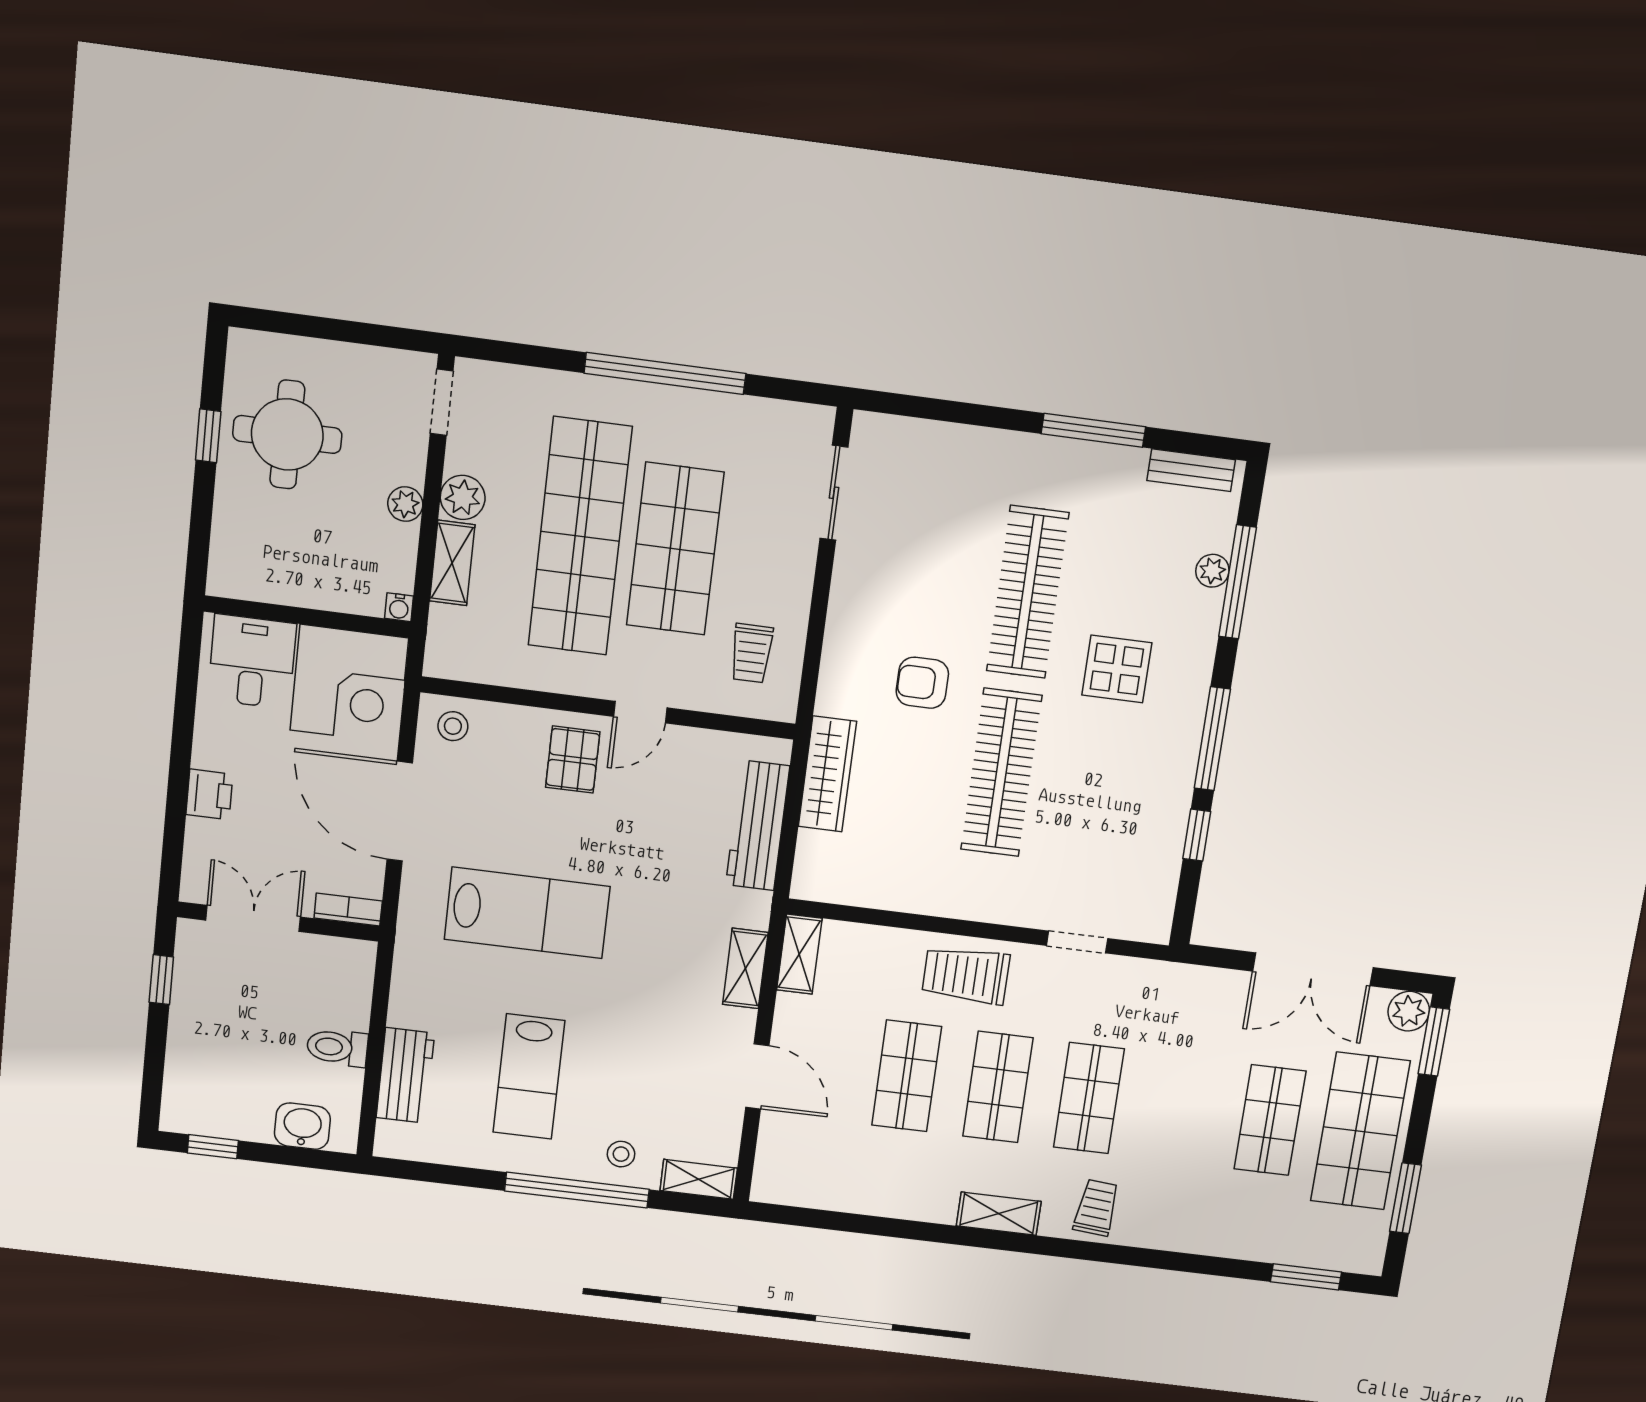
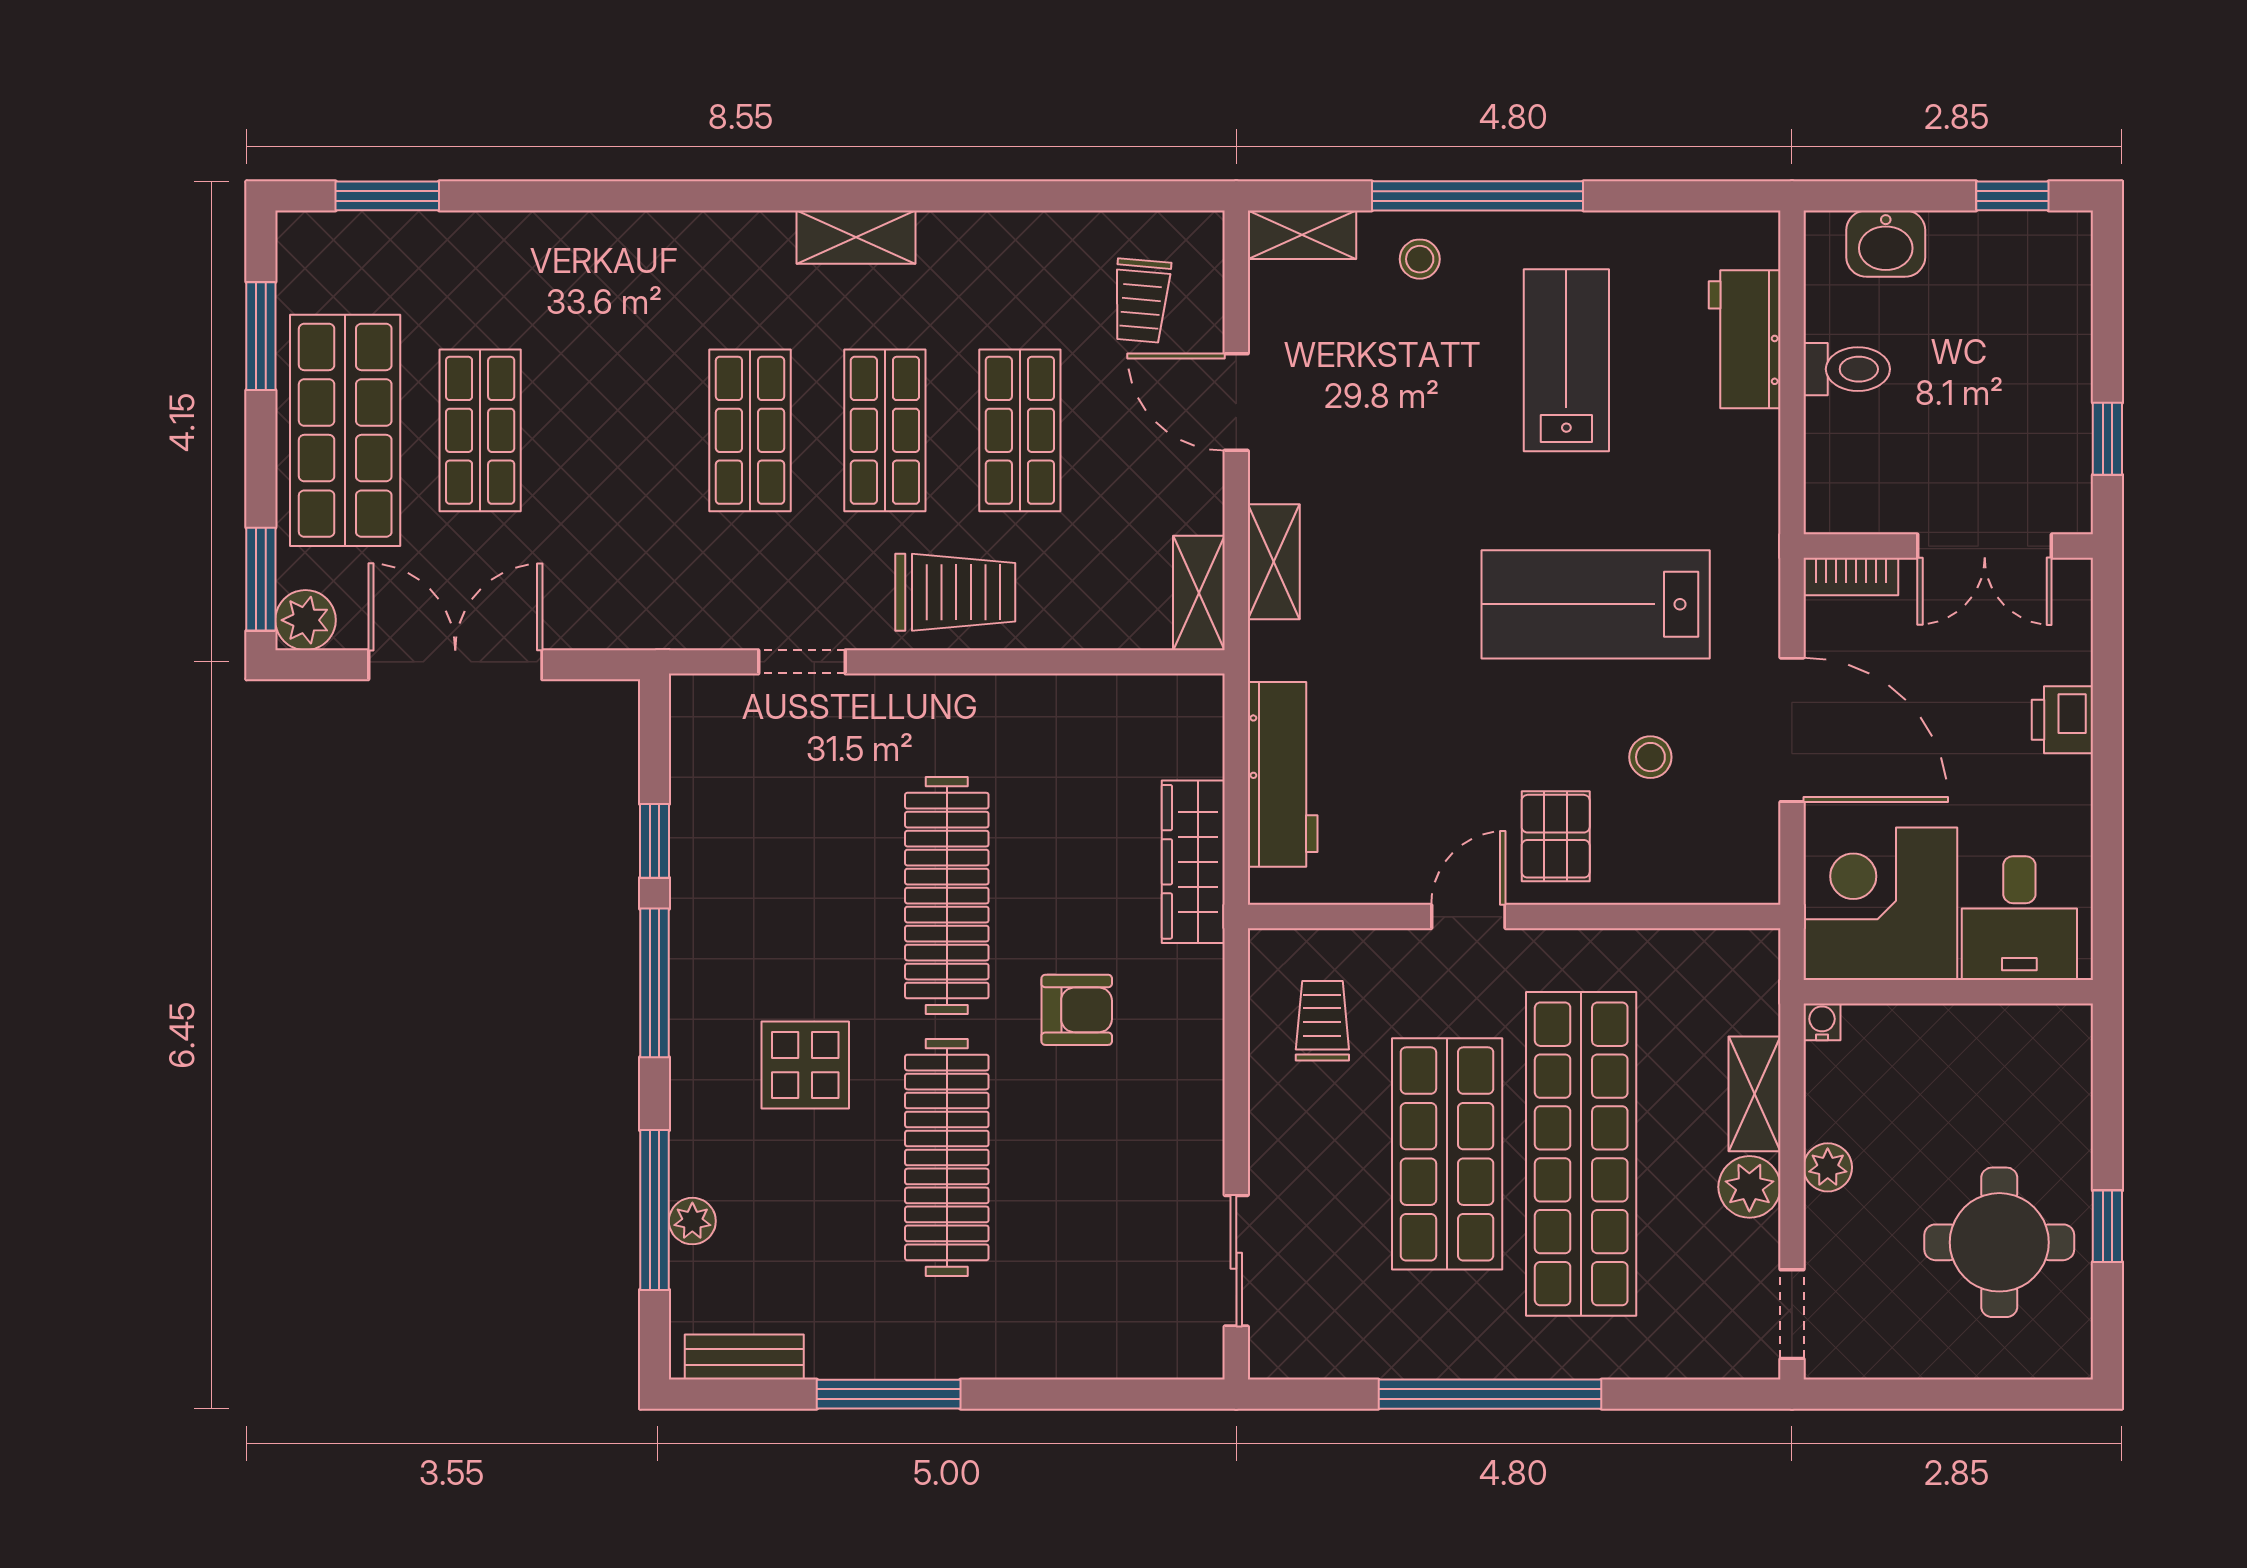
stool: (453, 726) -> (1650, 757), moved
trolley: (1096, 1208) -> (1141, 301), moved

